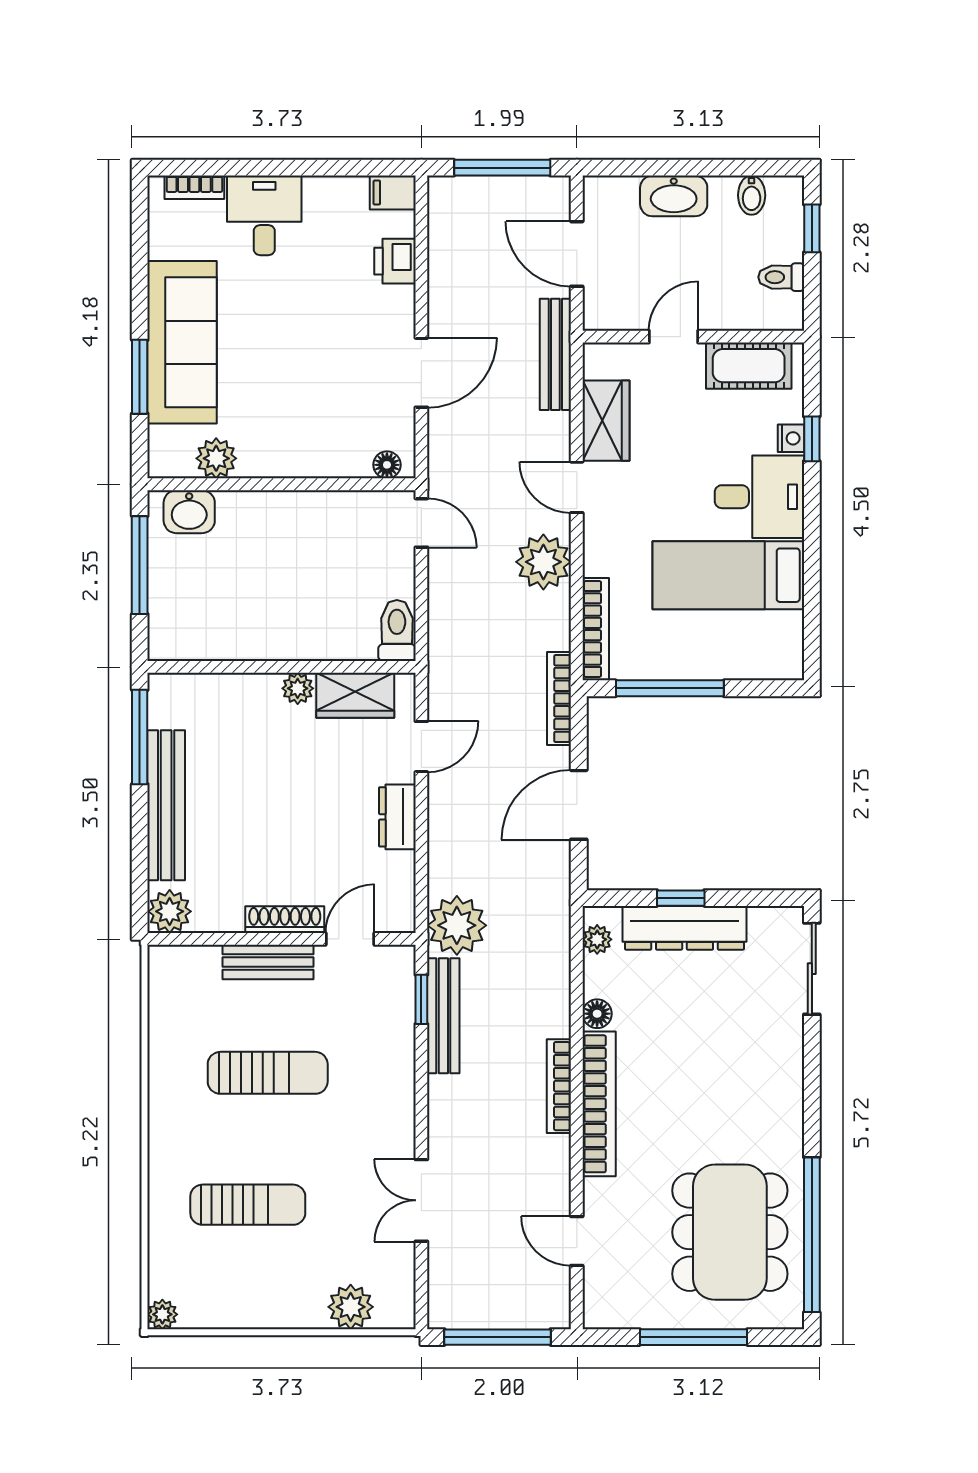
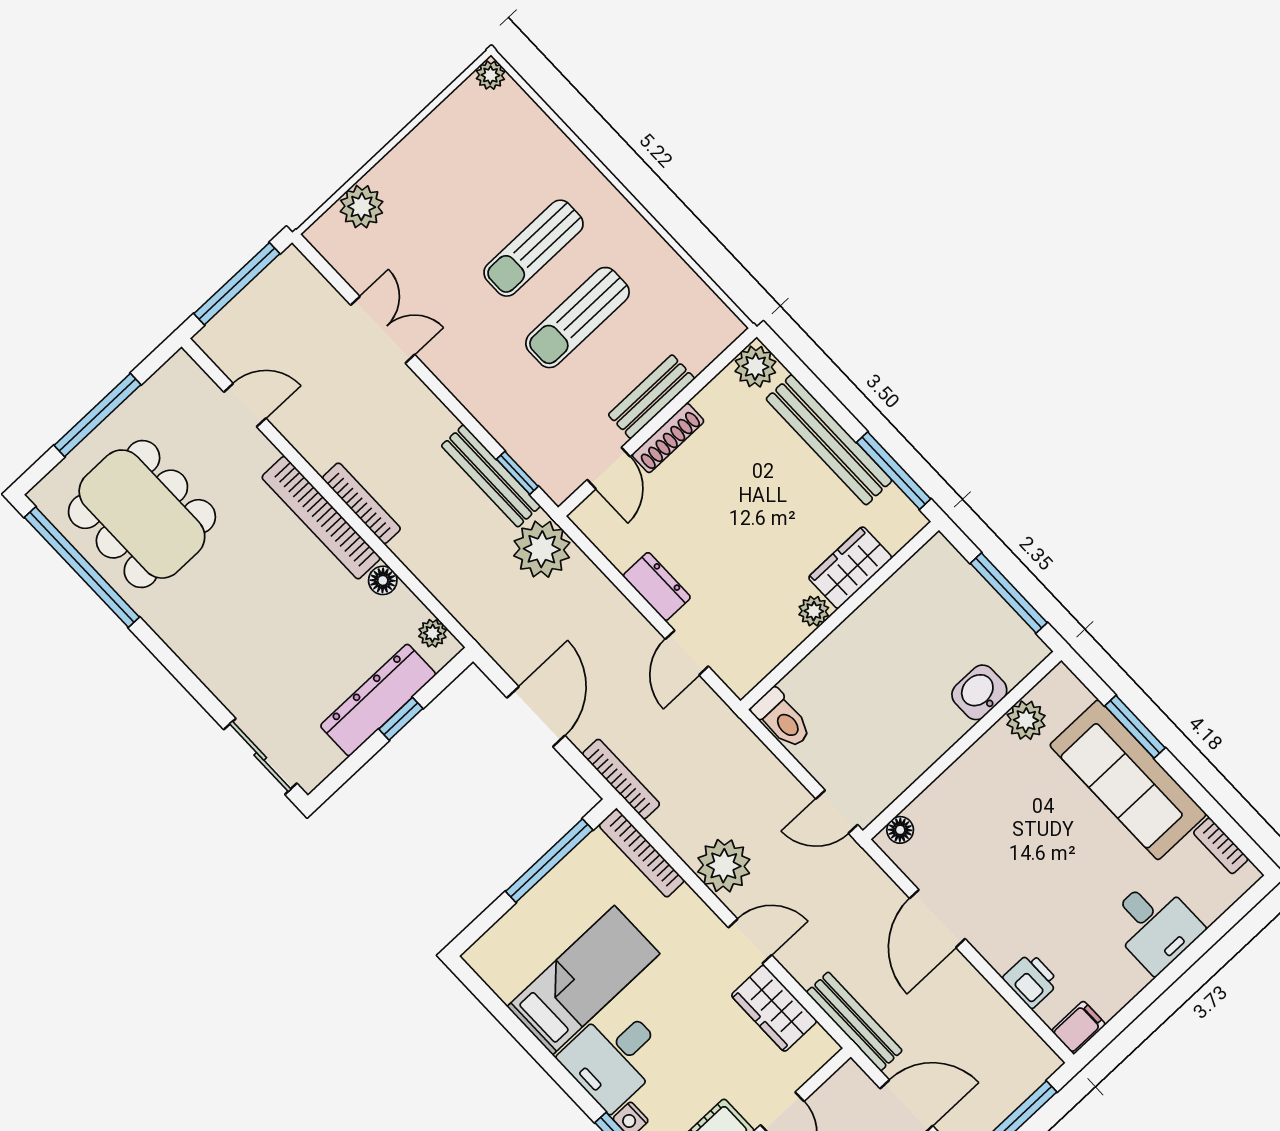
bookcase: (194, 187) -> (1221, 846), moved, turned -90
washbasin: (189, 512) -> (979, 692), moved
wardrobe: (355, 695) -> (850, 568), moved
sun lounger: (248, 1205) -> (533, 248), moved

